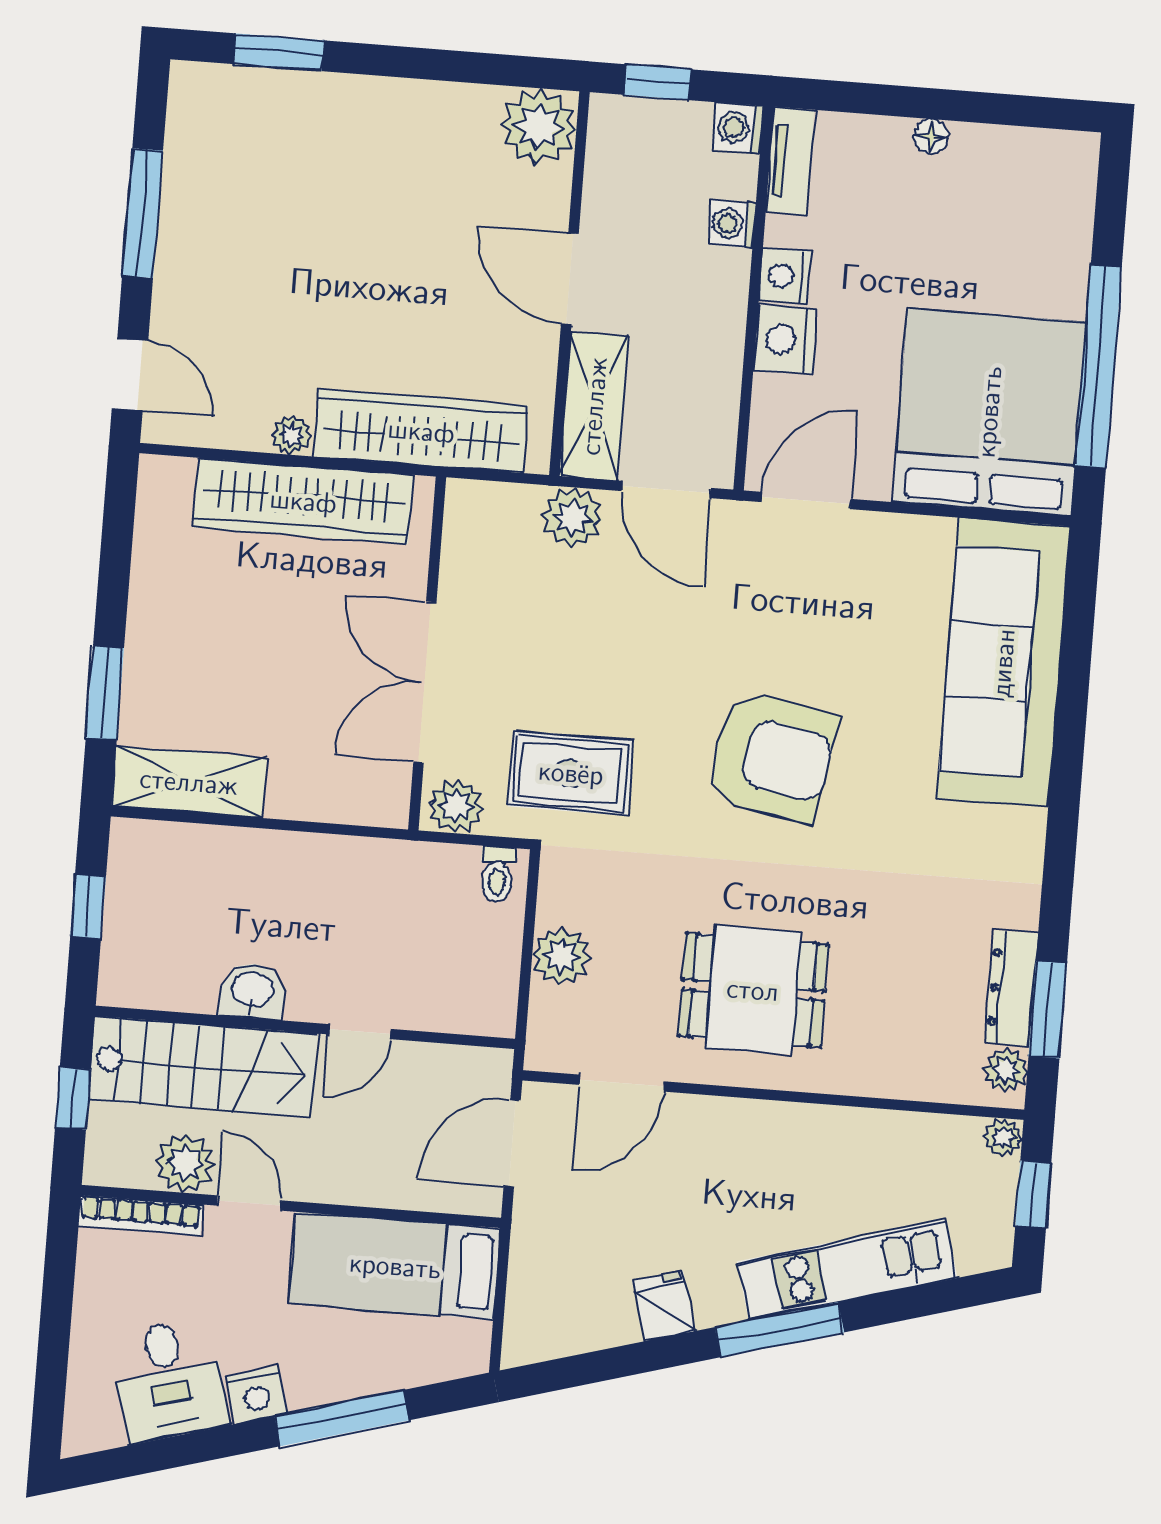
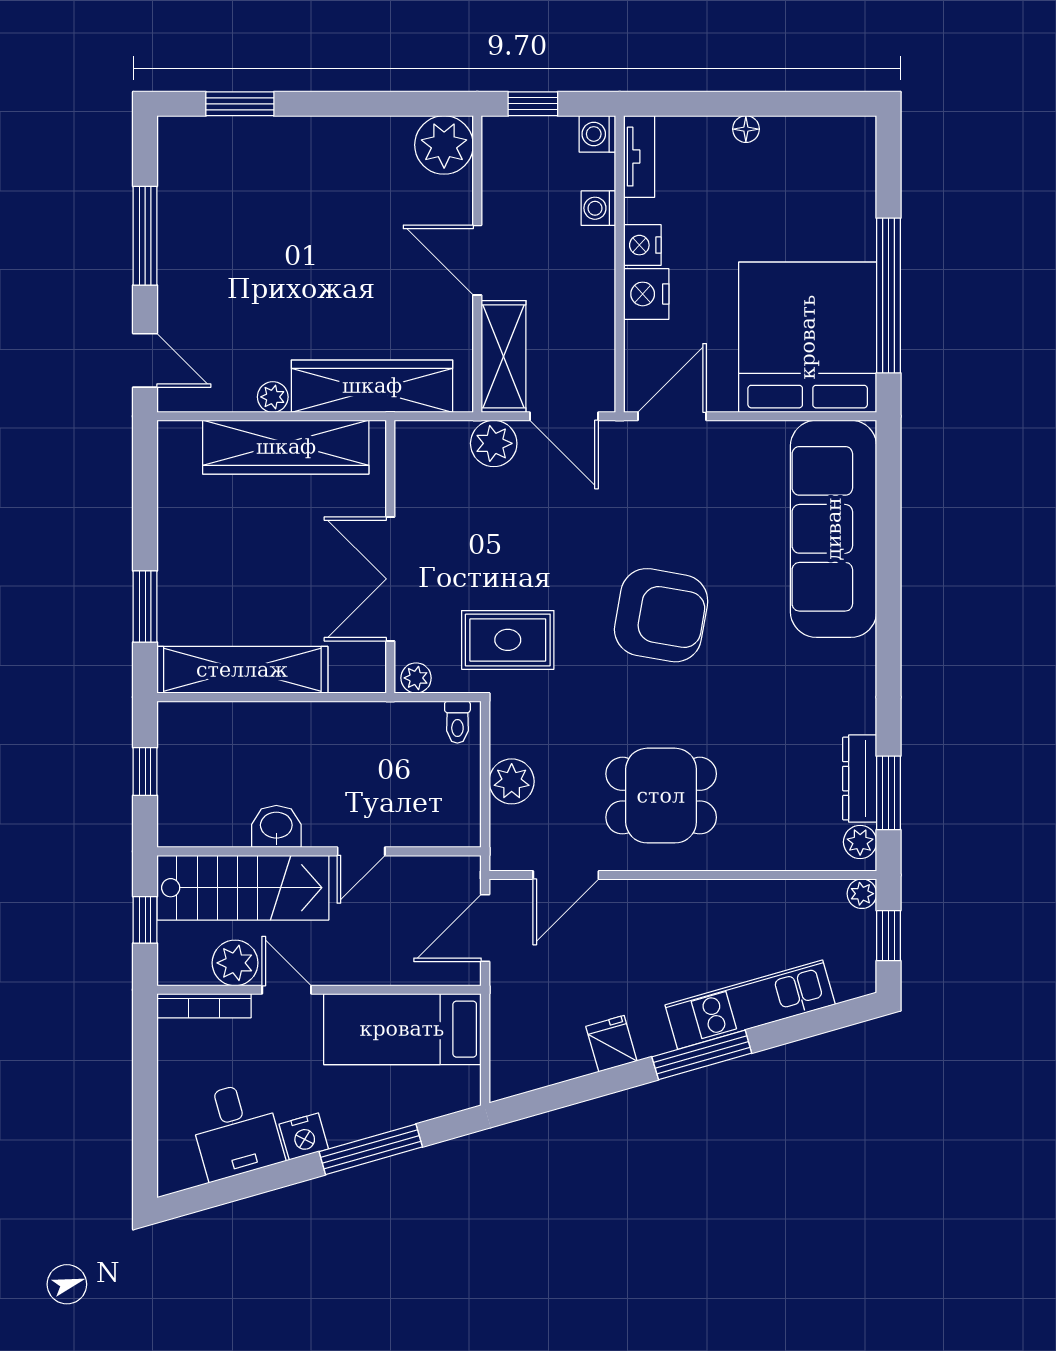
shelving: (189, 782) -> (242, 670), width x1.47
plant: (456, 806) -> (416, 678), width x0.73, depth x0.73

